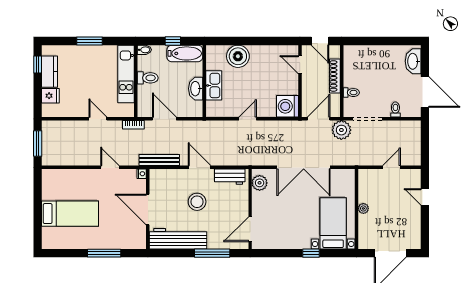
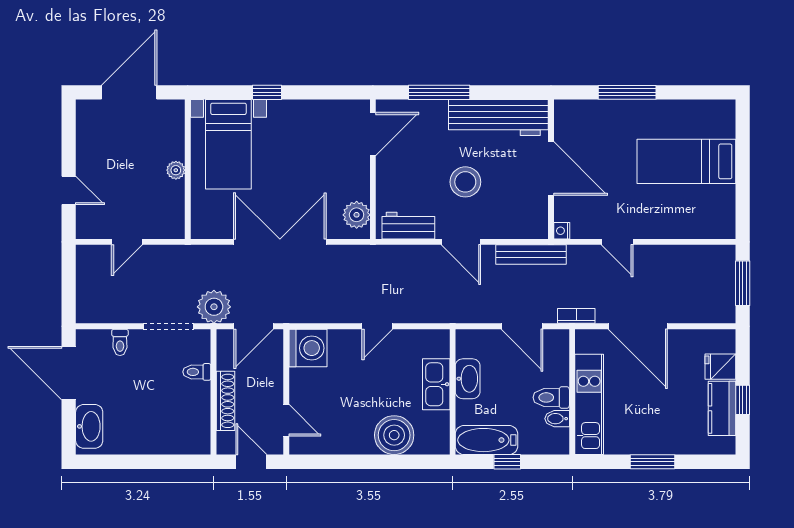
bidet: (144, 50) -> (557, 419), moved
window: (38, 64) -> (743, 400), moved
door: (98, 119) -> (638, 326), width x1.88

